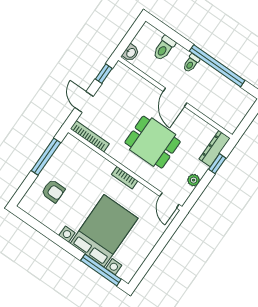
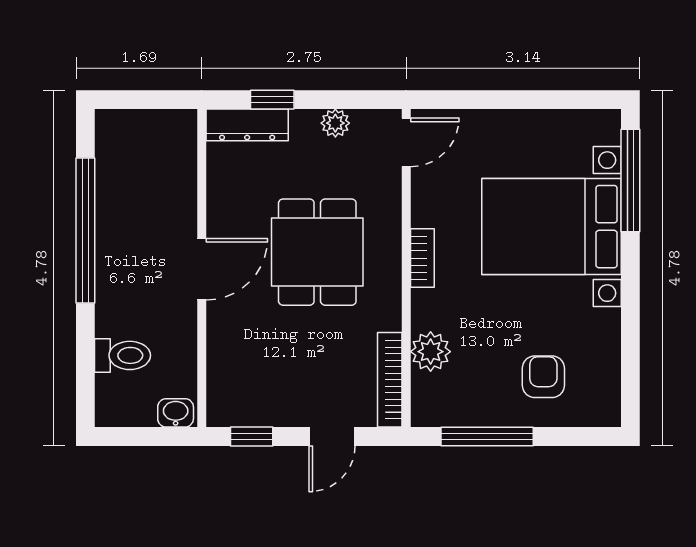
toilet: (191, 63) -> (115, 284), removed
plant: (90, 158) -> (431, 352), added

